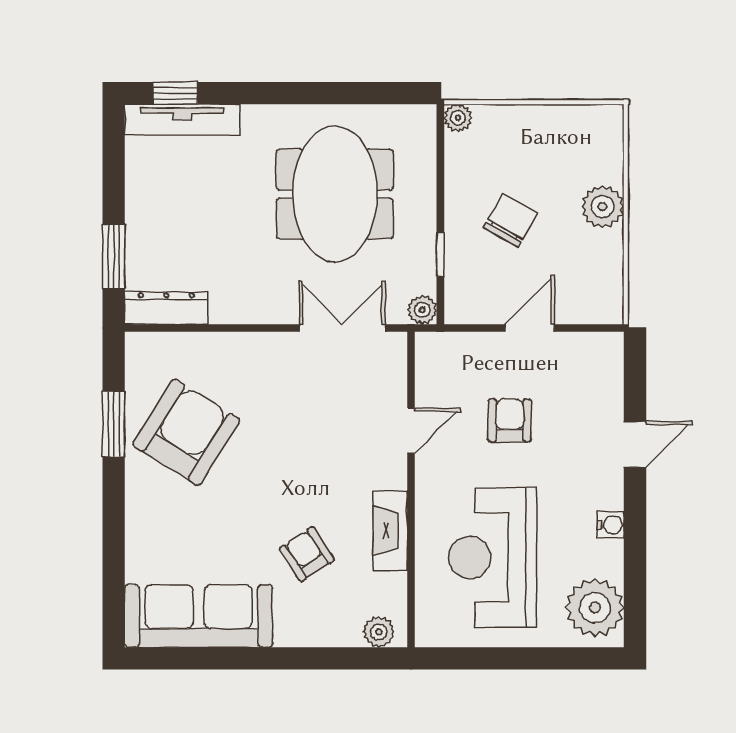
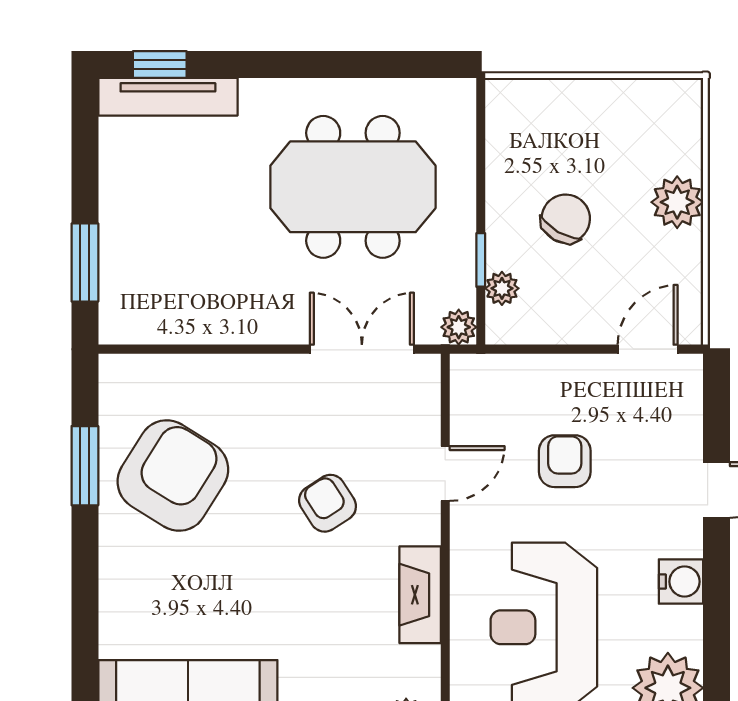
plant: (458, 118) -> (502, 288), moved
meeting table: (335, 194) -> (353, 187), turned 90
dresser: (166, 308) -> (149, 325), removed
door: (530, 328) -> (648, 349), moved
water cooler: (611, 525) -> (681, 582), width x1.38, depth x1.38
armchair: (307, 554) -> (328, 503), moved

